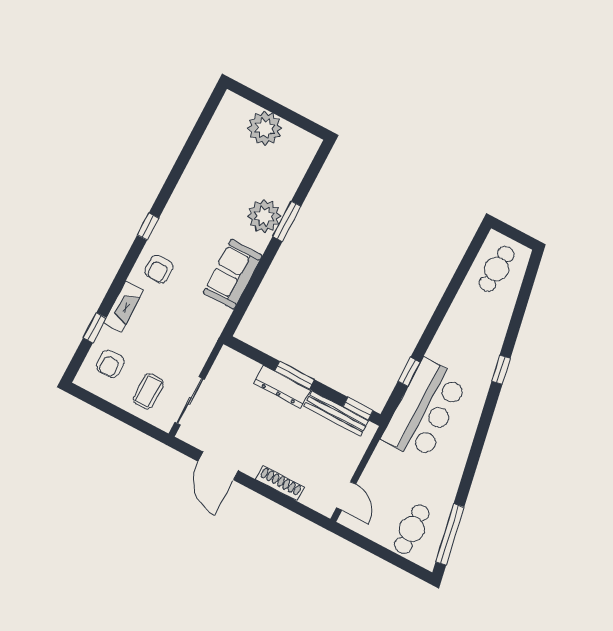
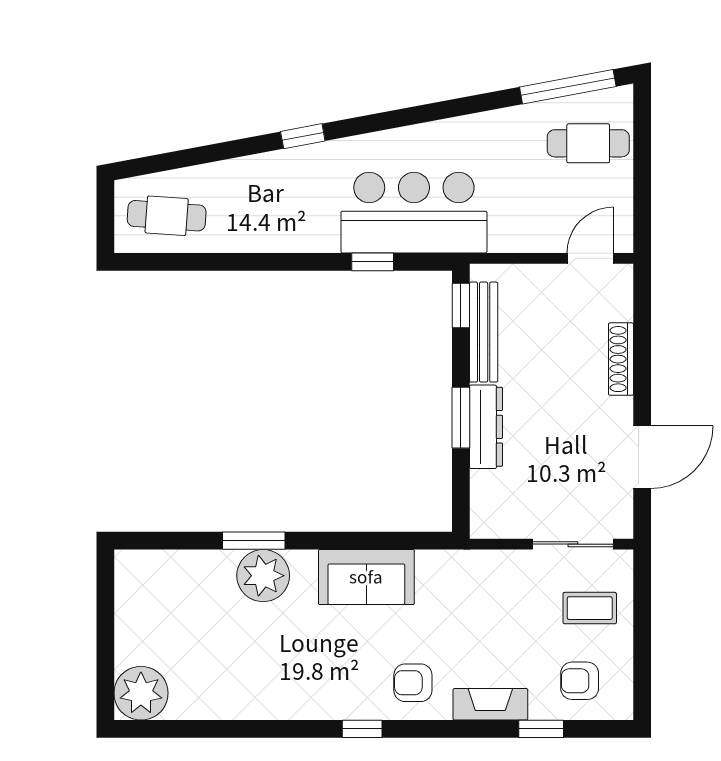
plant: (265, 128) -> (141, 693), moved
armchair: (159, 269) -> (413, 683), turned 180
armchair: (110, 364) -> (580, 681), turned 180

